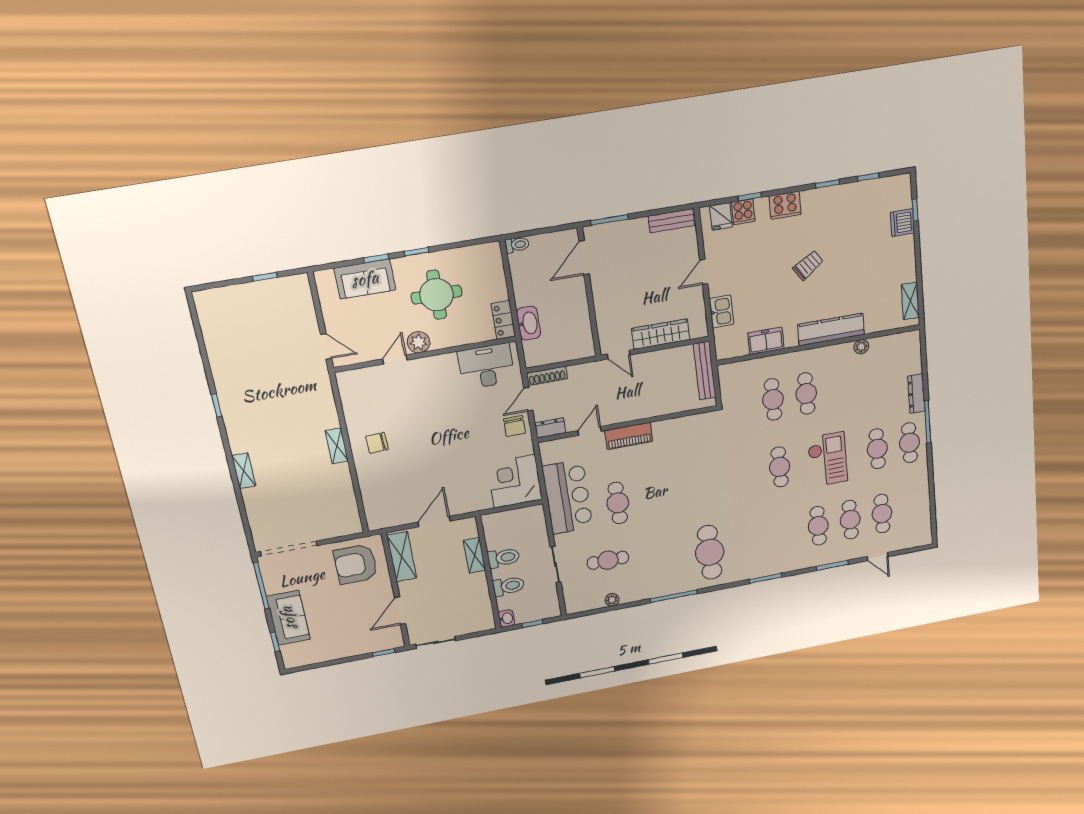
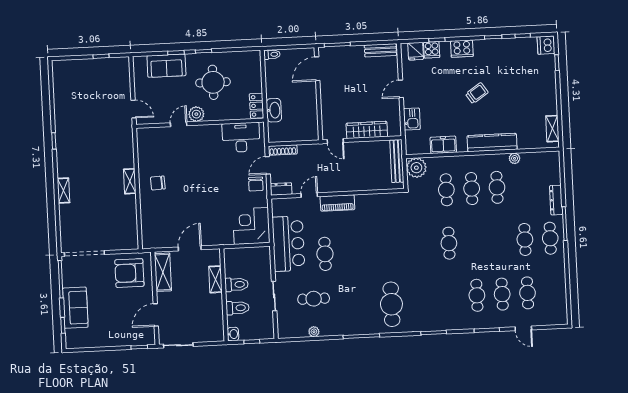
dishwasher: (902, 223) -> (546, 45), moved
plant: (732, 376) -> (416, 168), added
cafe table: (839, 387) -> (497, 187), added
checkout: (828, 459) -> (486, 242), removed

